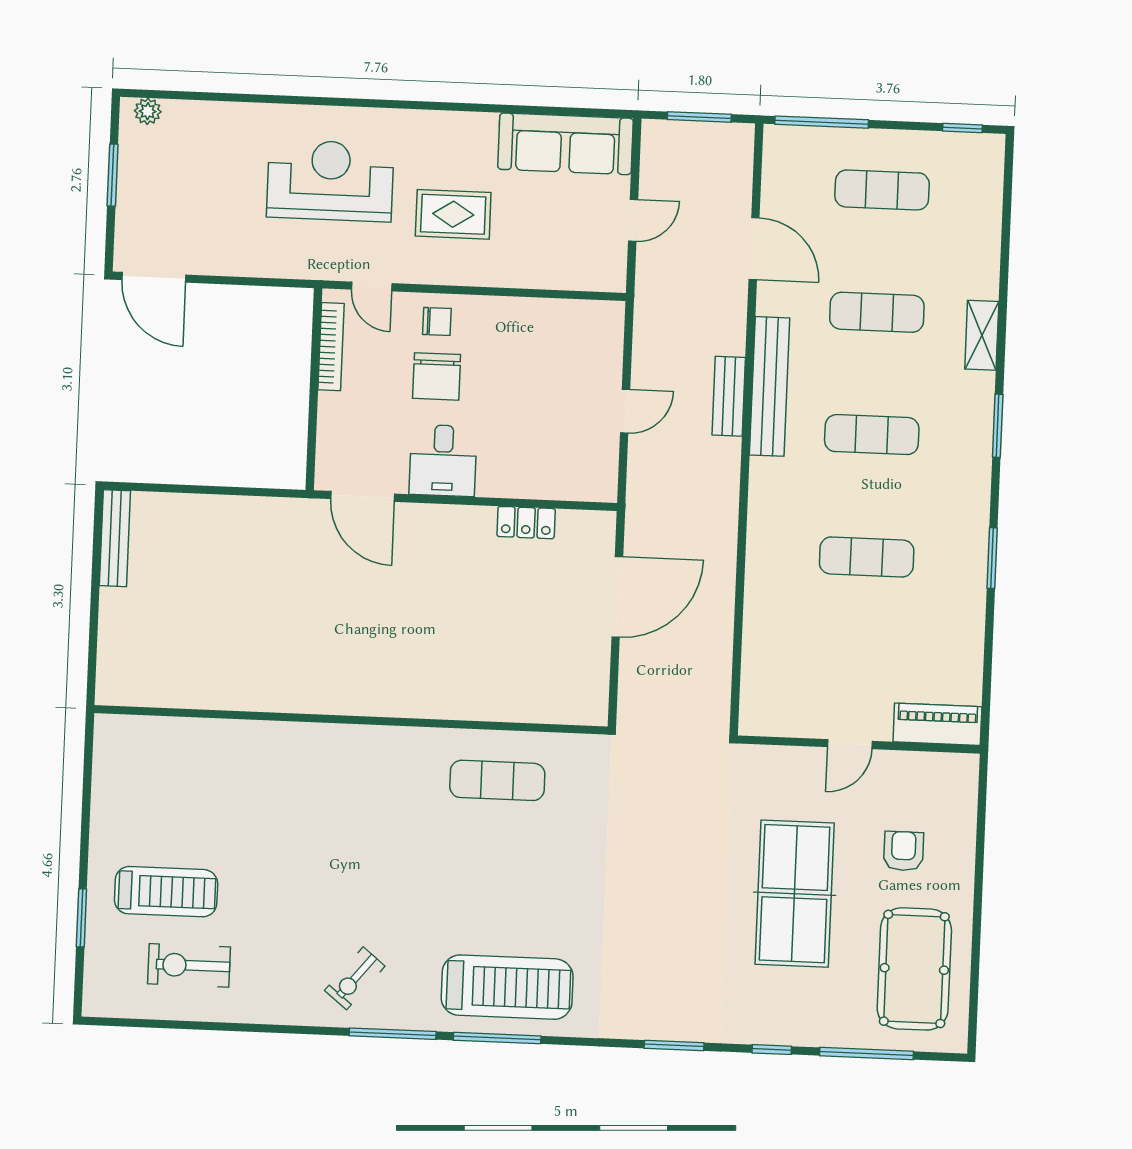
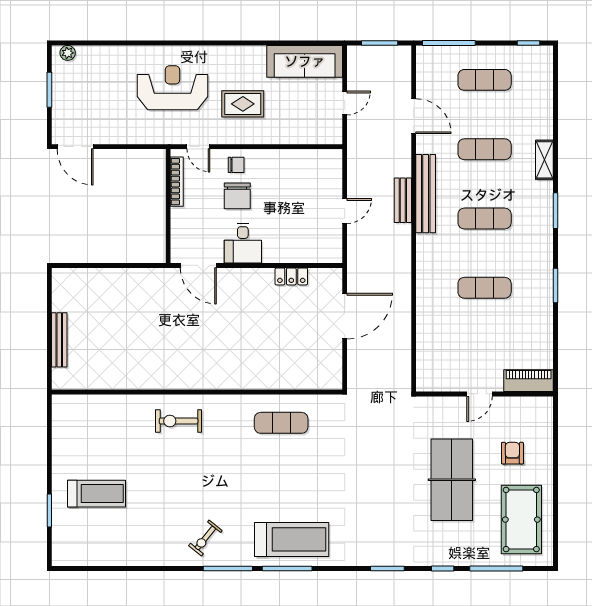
bench: (115, 538) -> (59, 340), moved
exercise bike: (189, 965) -> (179, 421), moved

